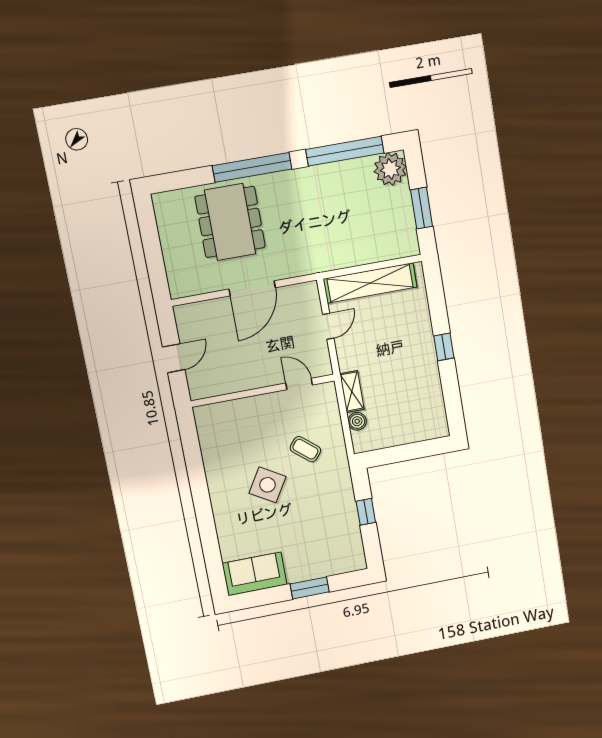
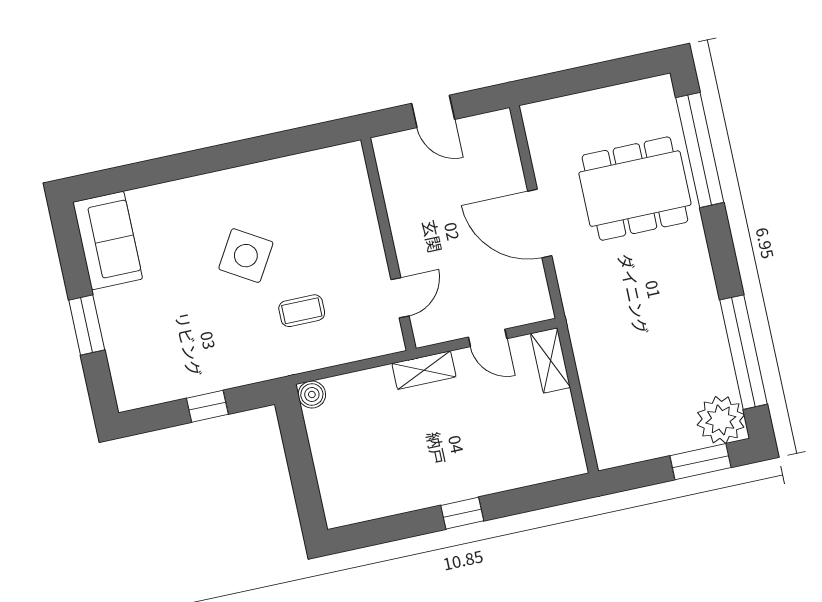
window: (252, 167) -> (700, 150), moved
window: (422, 208) -> (700, 462), moved
shelving: (370, 283) -> (550, 360), width x0.45, depth x0.75
shelving: (352, 391) -> (424, 370), moved
boiler: (357, 421) -> (312, 394), moved
coffee table: (305, 449) -> (302, 311), turned 50

